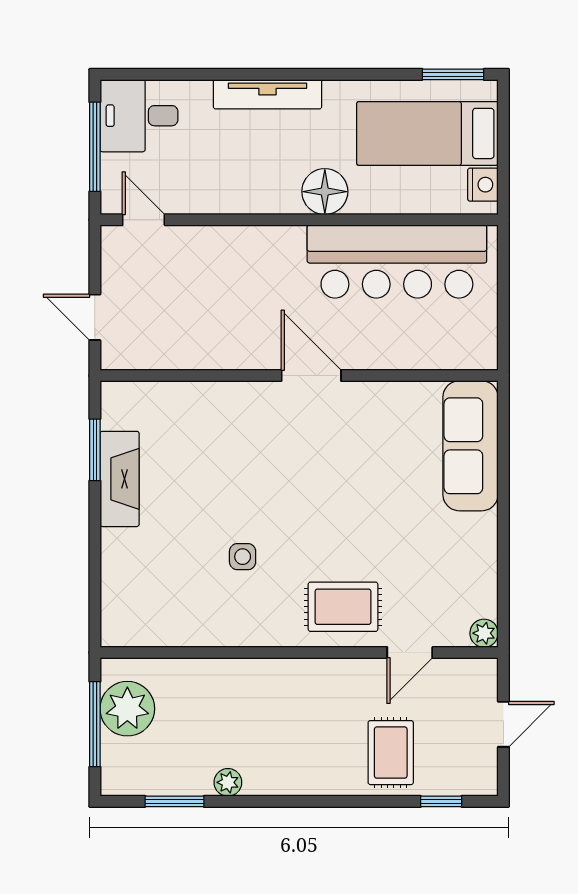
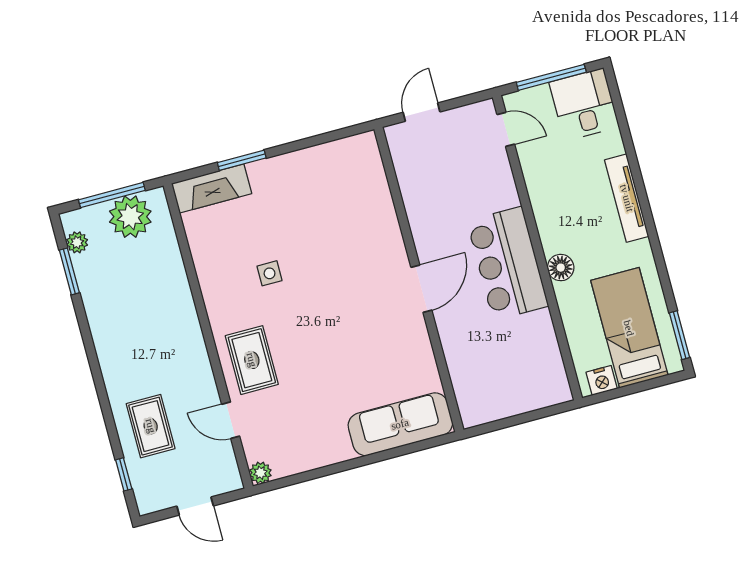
floor lamp: (325, 192) -> (561, 268), width x0.73, depth x0.73
door: (144, 220) -> (506, 129), hinge flipped
bar counter: (397, 262) -> (508, 264), moved, width x0.73
window: (95, 450) -> (242, 160), moved
fireplace: (120, 479) -> (212, 189), moved
rug: (391, 753) -> (151, 426), turned 90
plant: (228, 782) -> (77, 242), moved

